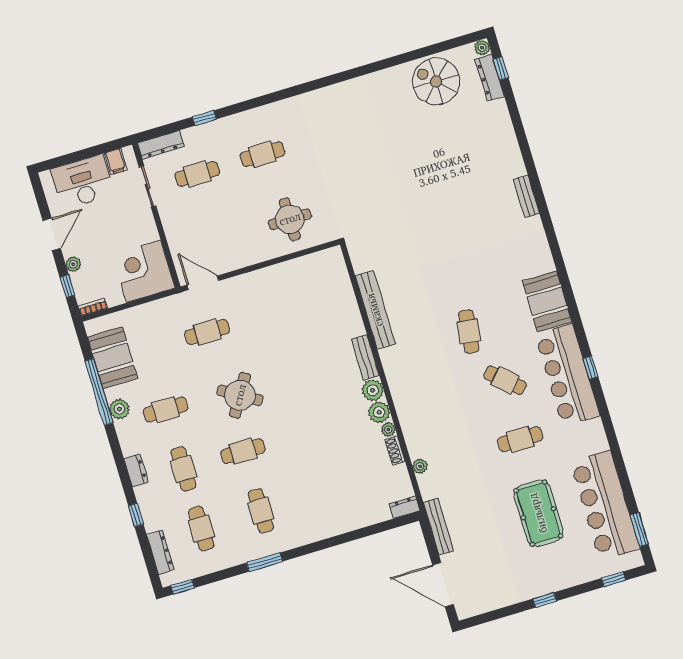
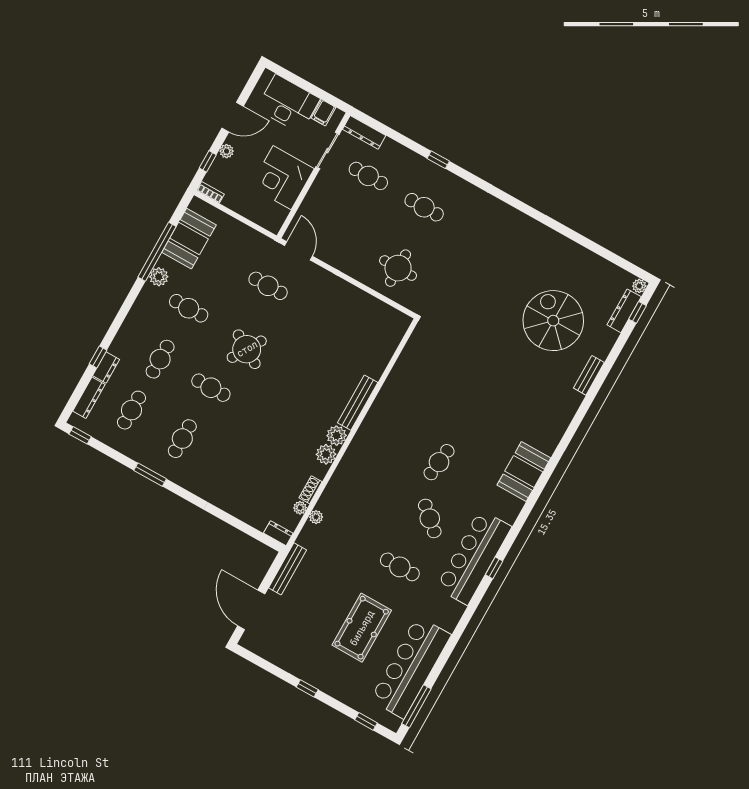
spiral stairs: (436, 81) -> (553, 321), moved, width x1.37, depth x1.37
window: (204, 118) -> (438, 160), moved
bench: (526, 196) -> (589, 375), moved
corner desk: (144, 271) -> (282, 178), moved, turned -90
booth: (547, 301) -> (524, 472), moved
bench: (375, 310) -> (393, 385), removed
bench: (365, 357) -> (358, 403), width x1.36
plant: (388, 429) -> (300, 508), moved
dresser: (136, 470) -> (106, 368), moved
window: (639, 529) -> (416, 706), width x1.44

